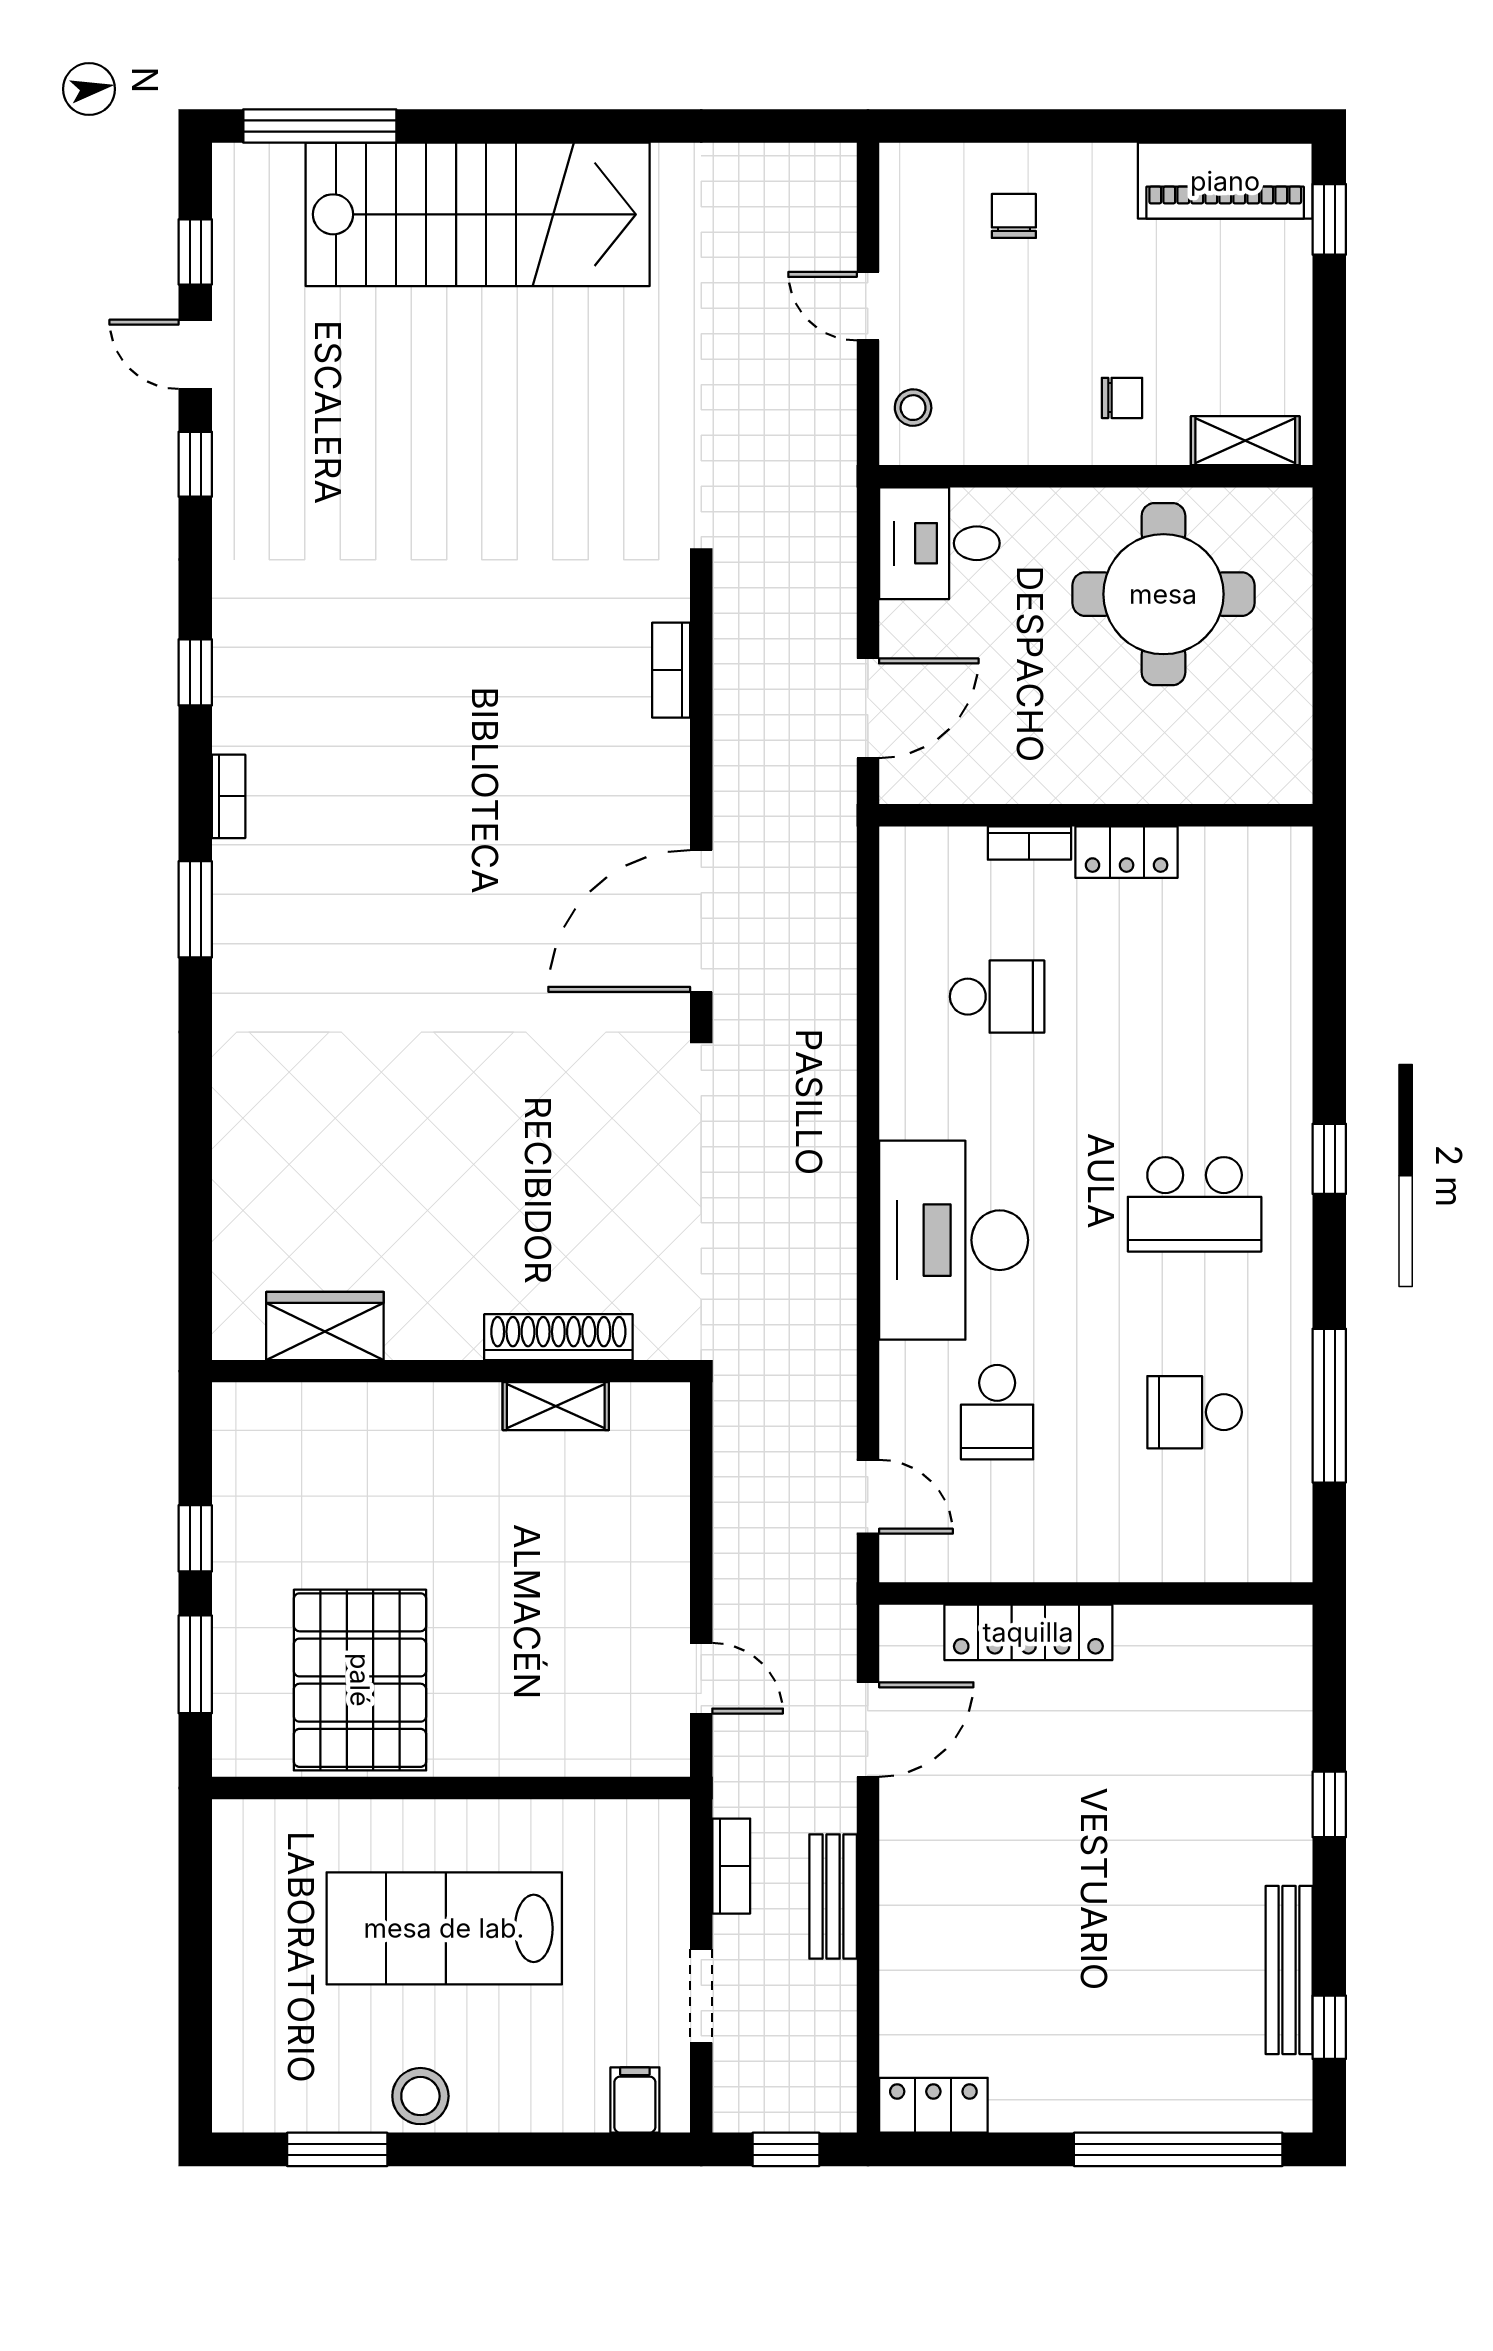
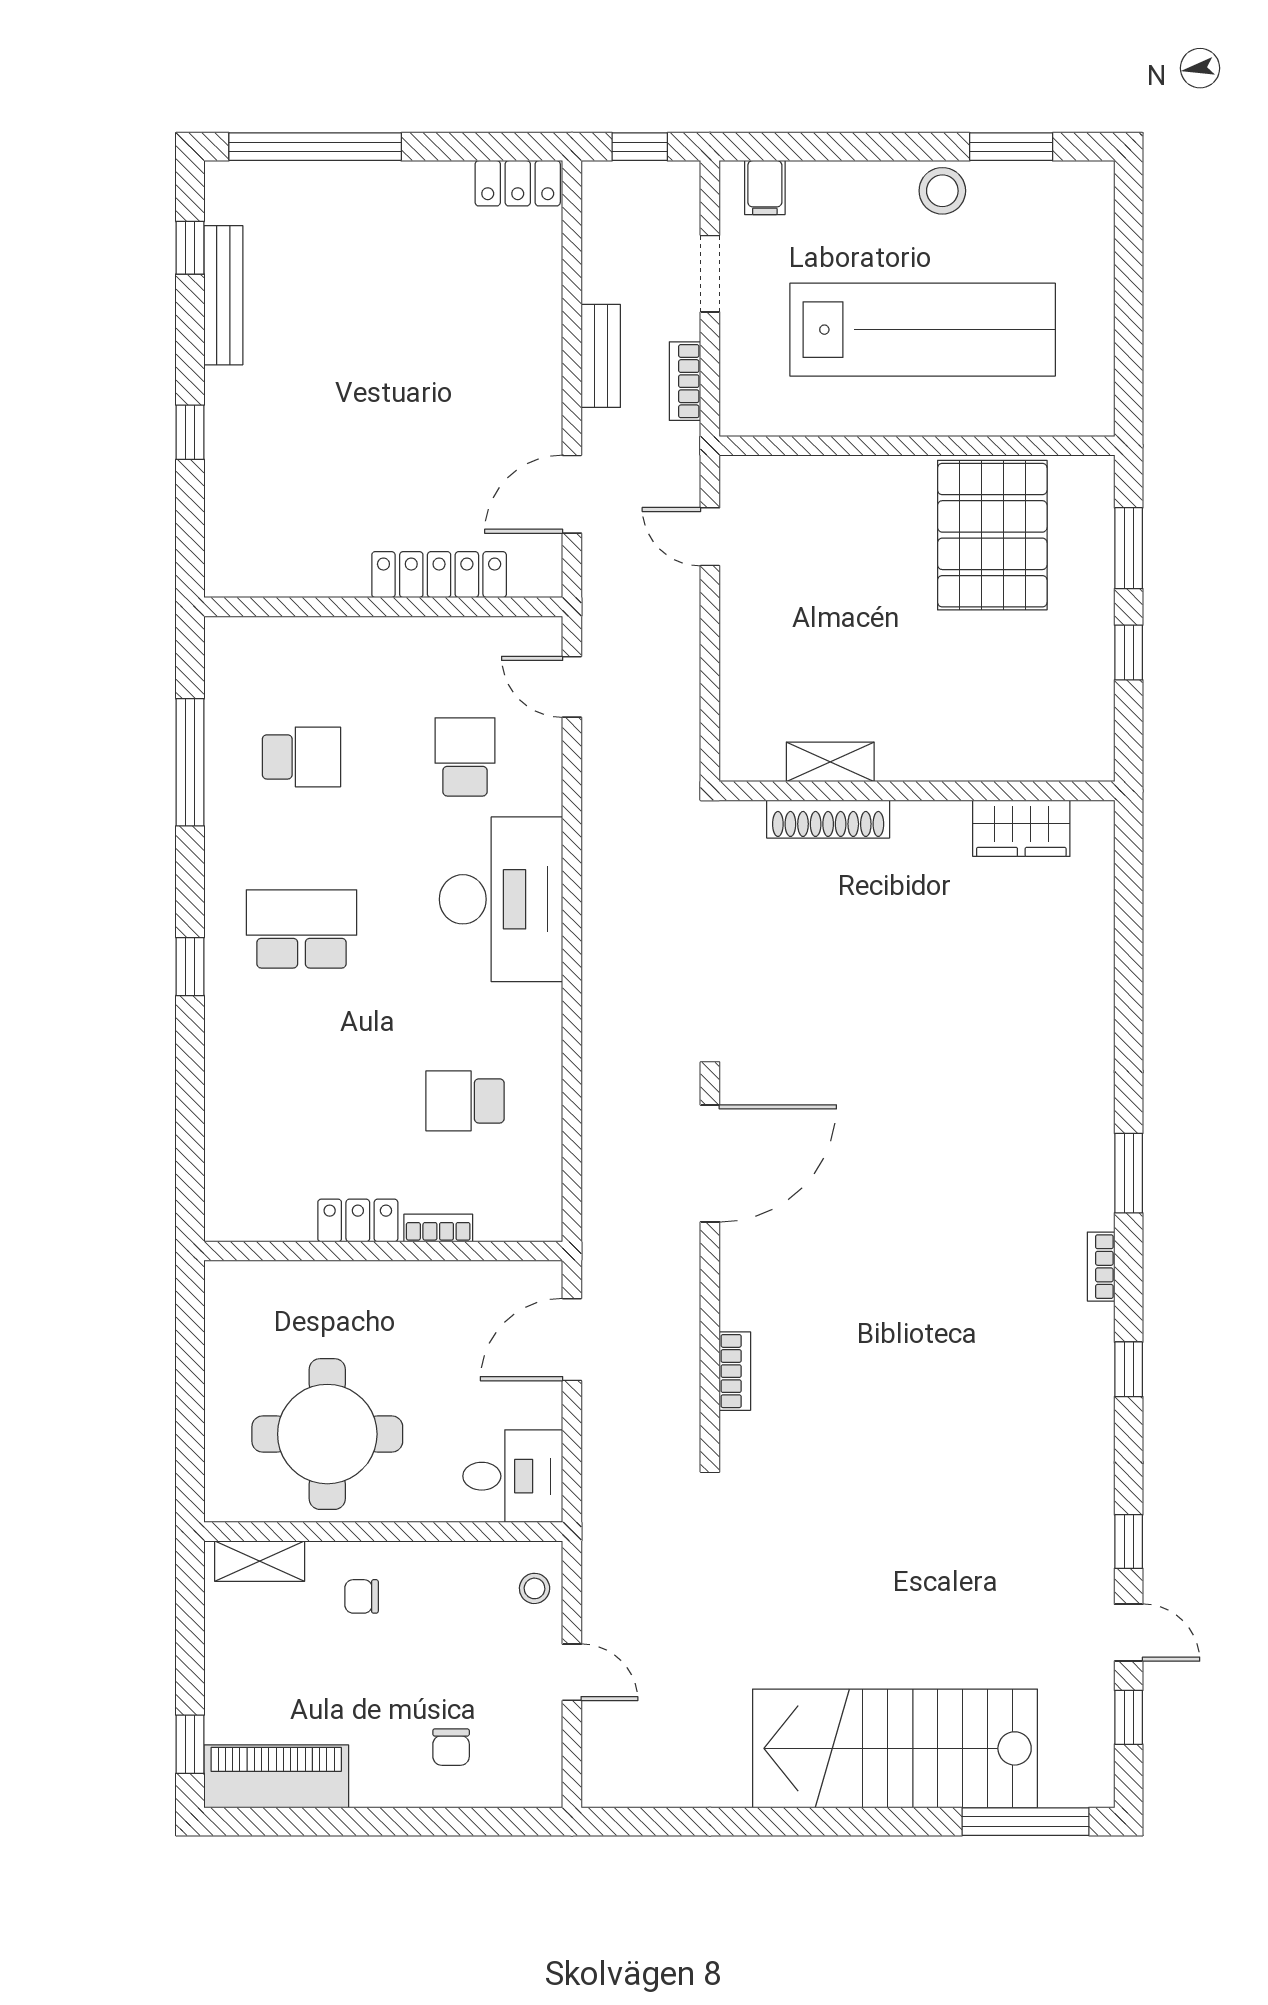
lab bench: (444, 1928) -> (923, 330), width x1.36

